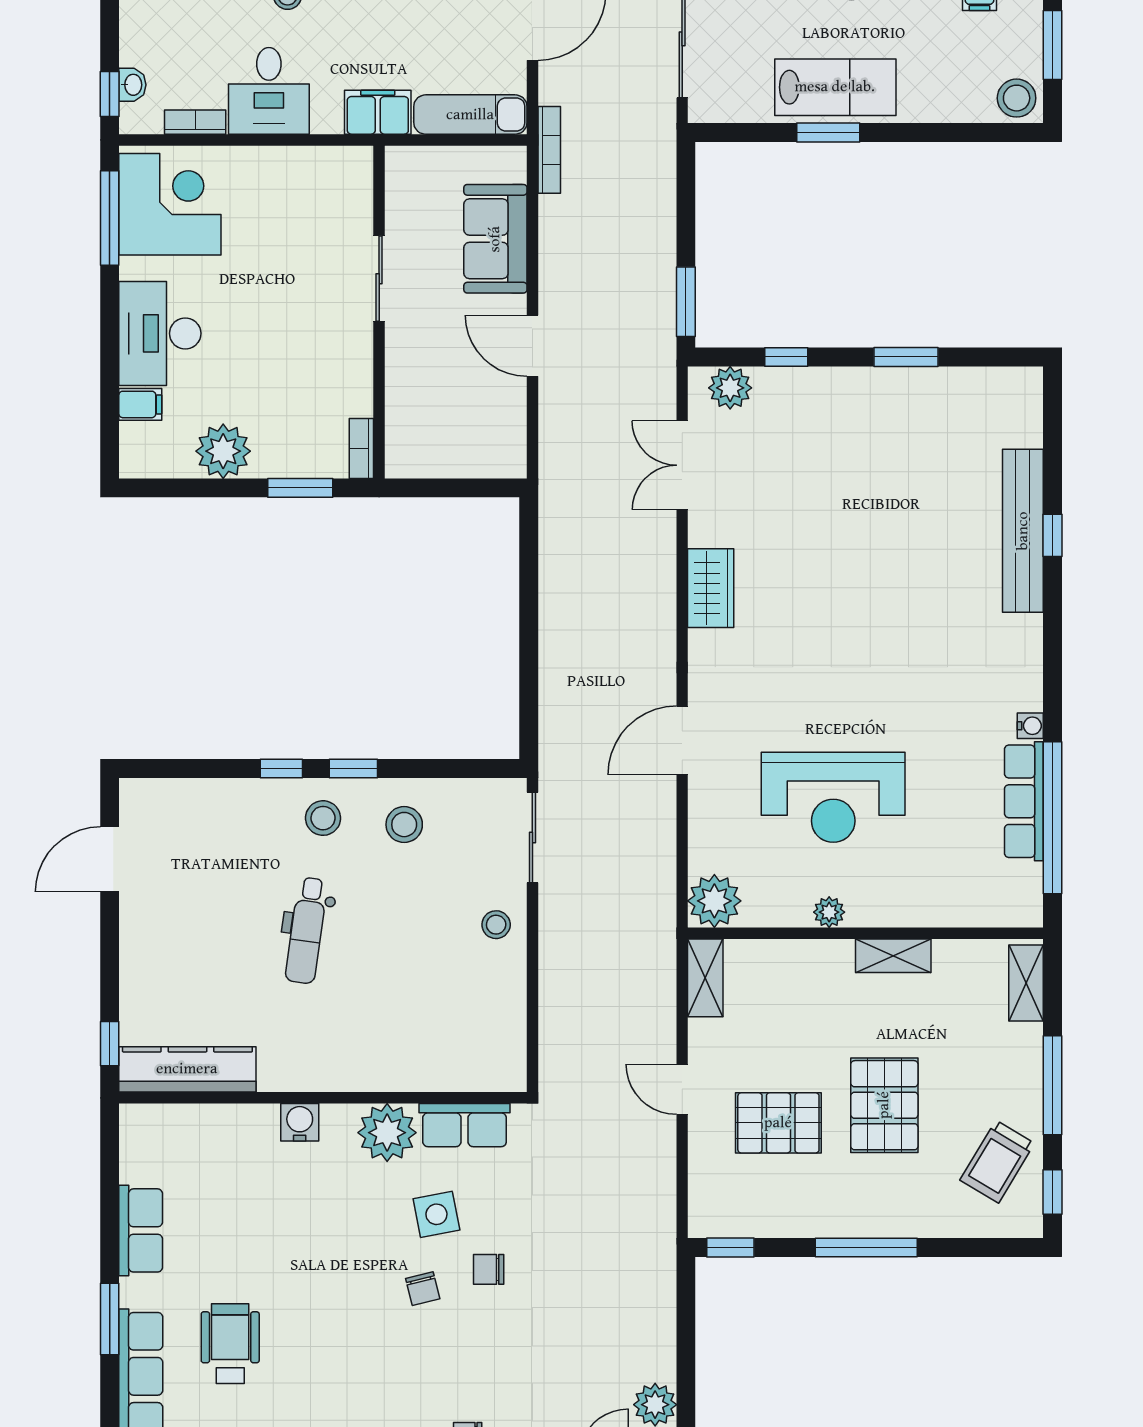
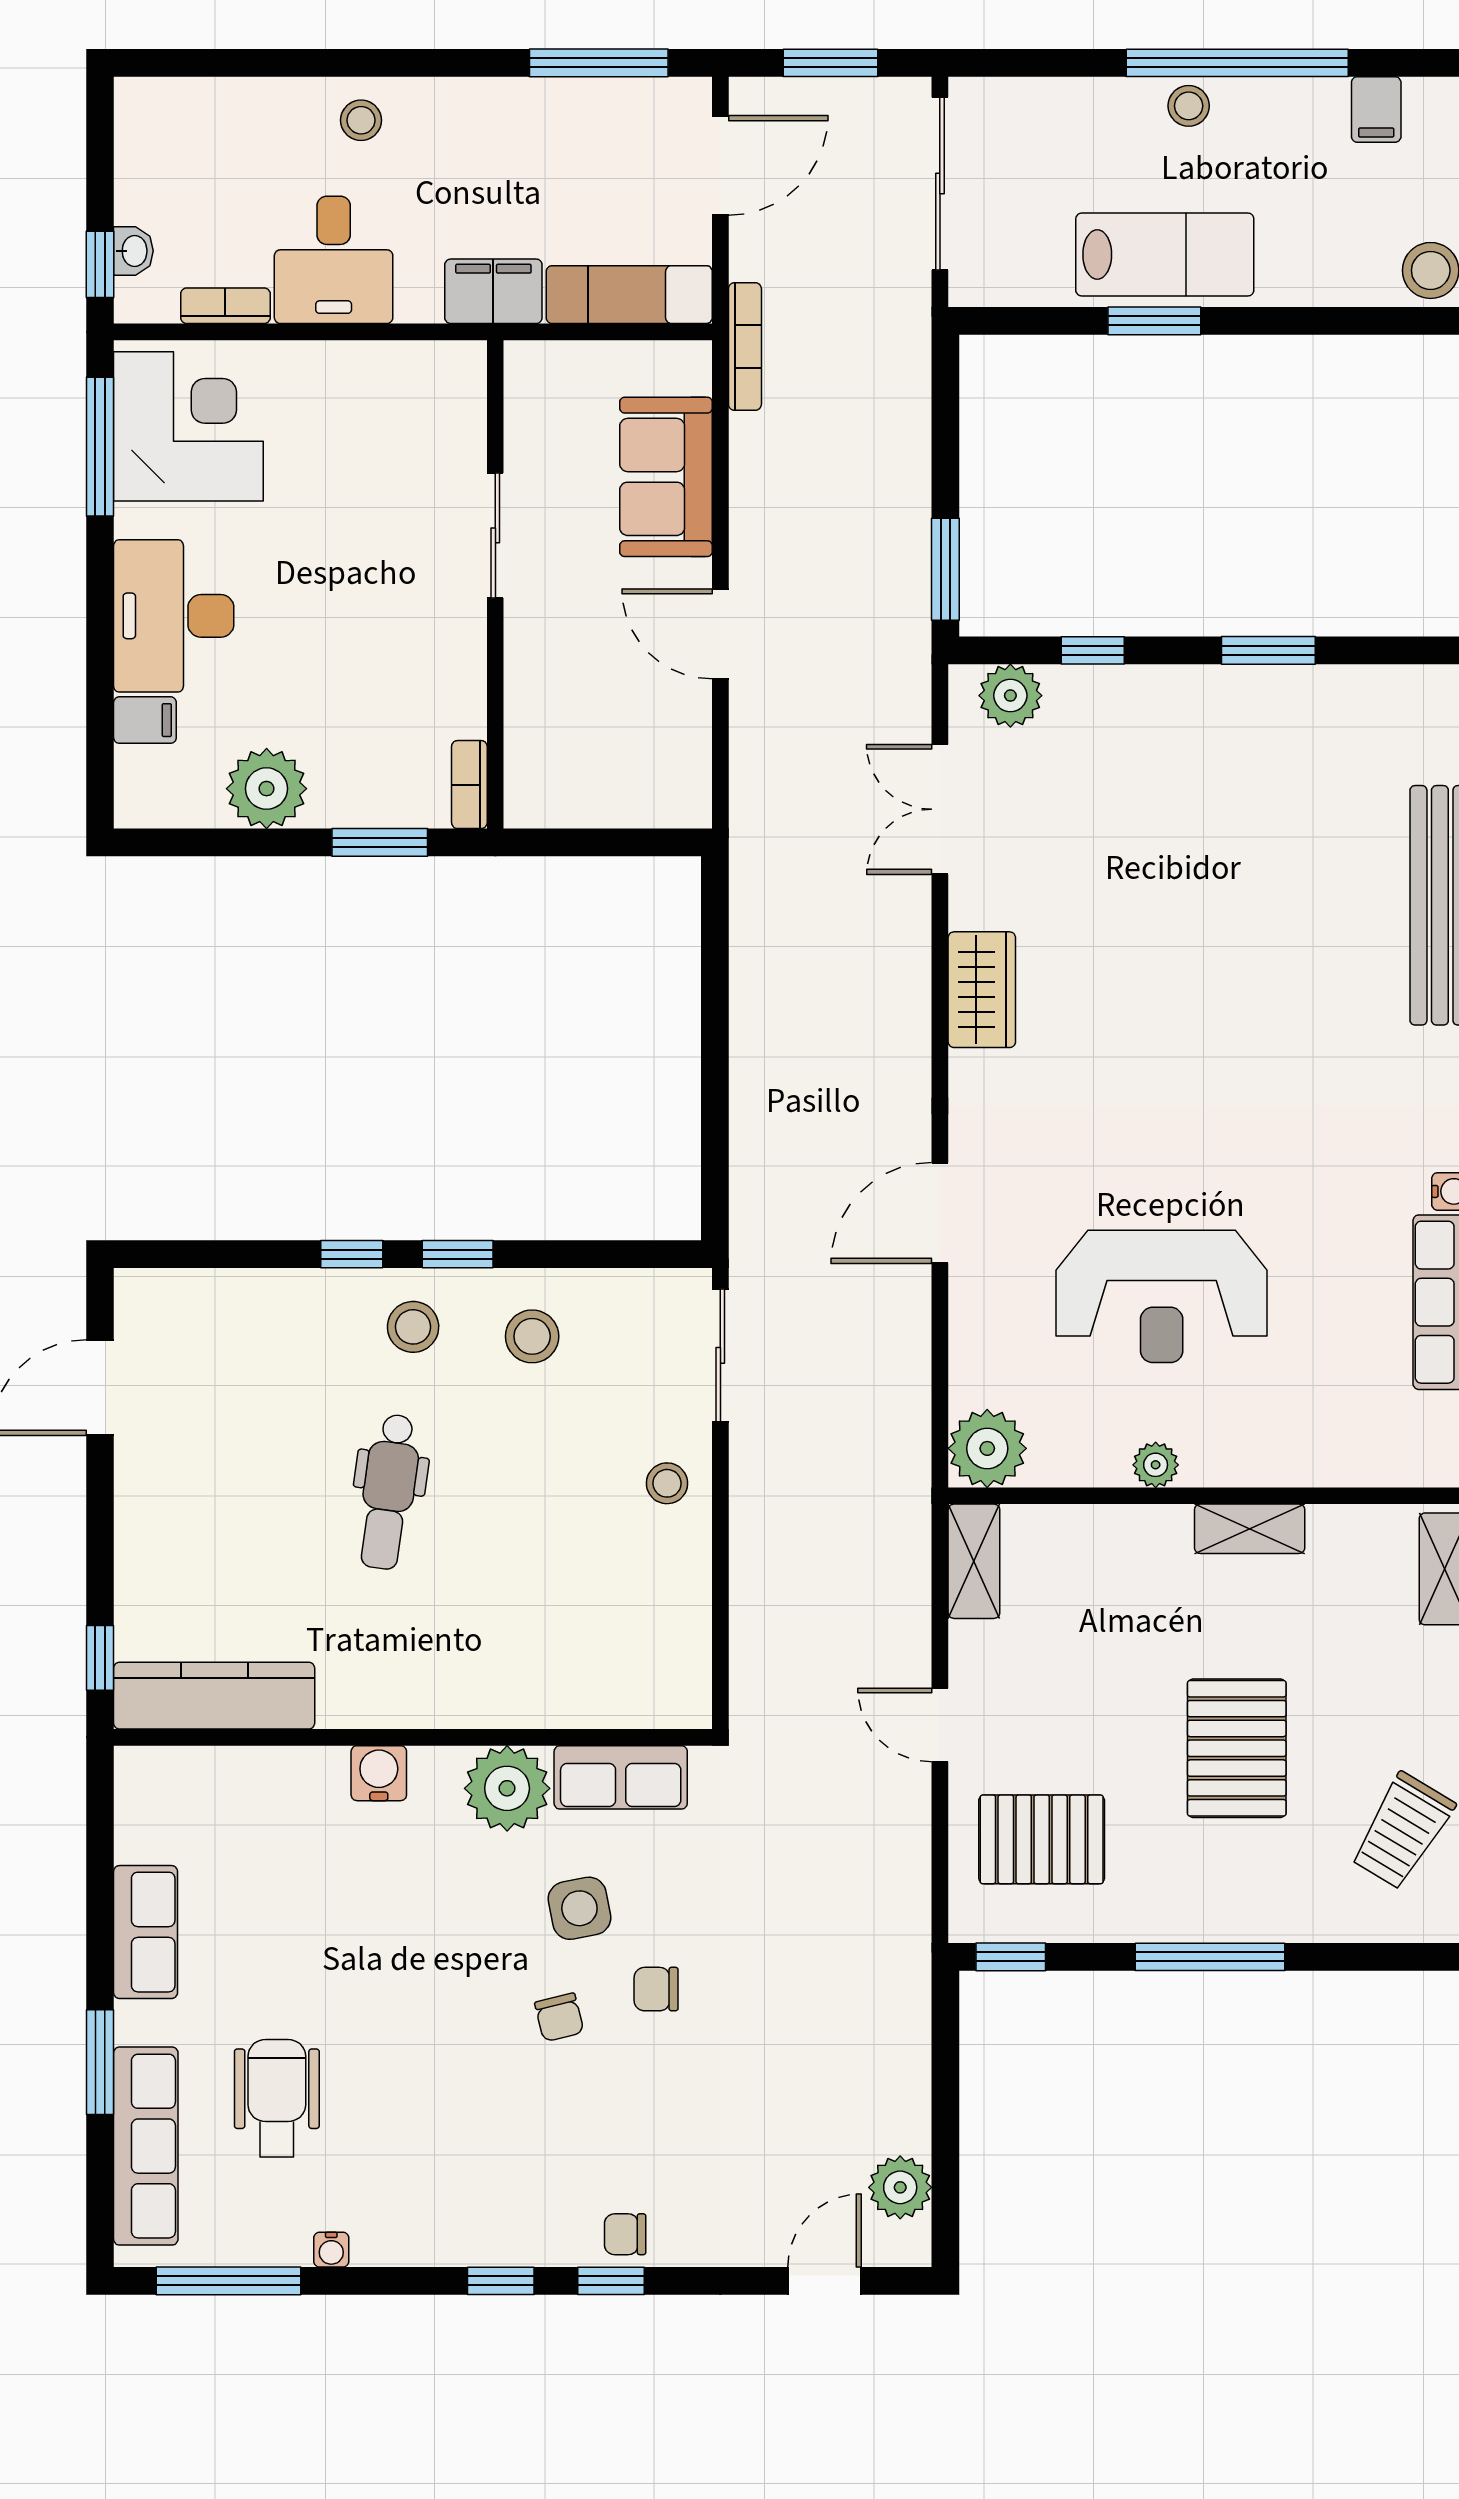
pallet: (778, 1123) -> (1042, 1839), moved

